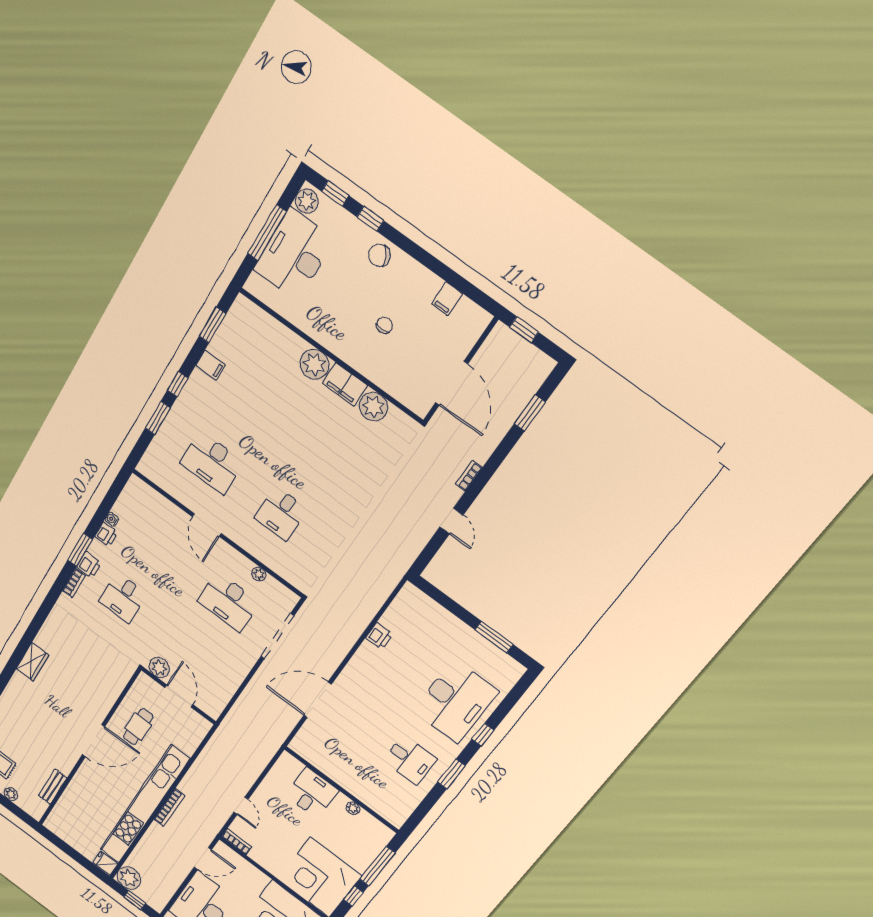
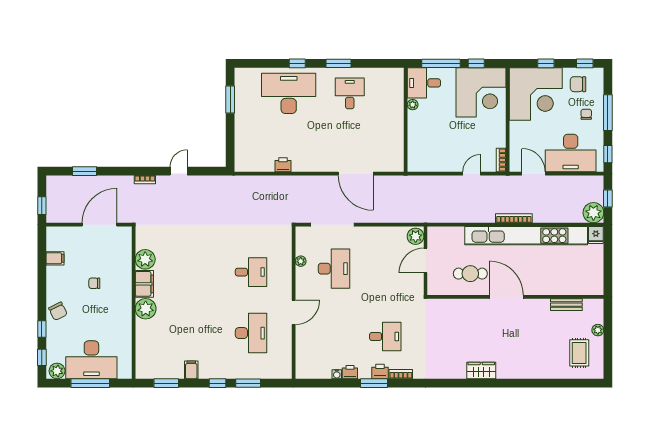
plant: (159, 668) -> (416, 236), moved
desk: (312, 793) -> (424, 83), moved

